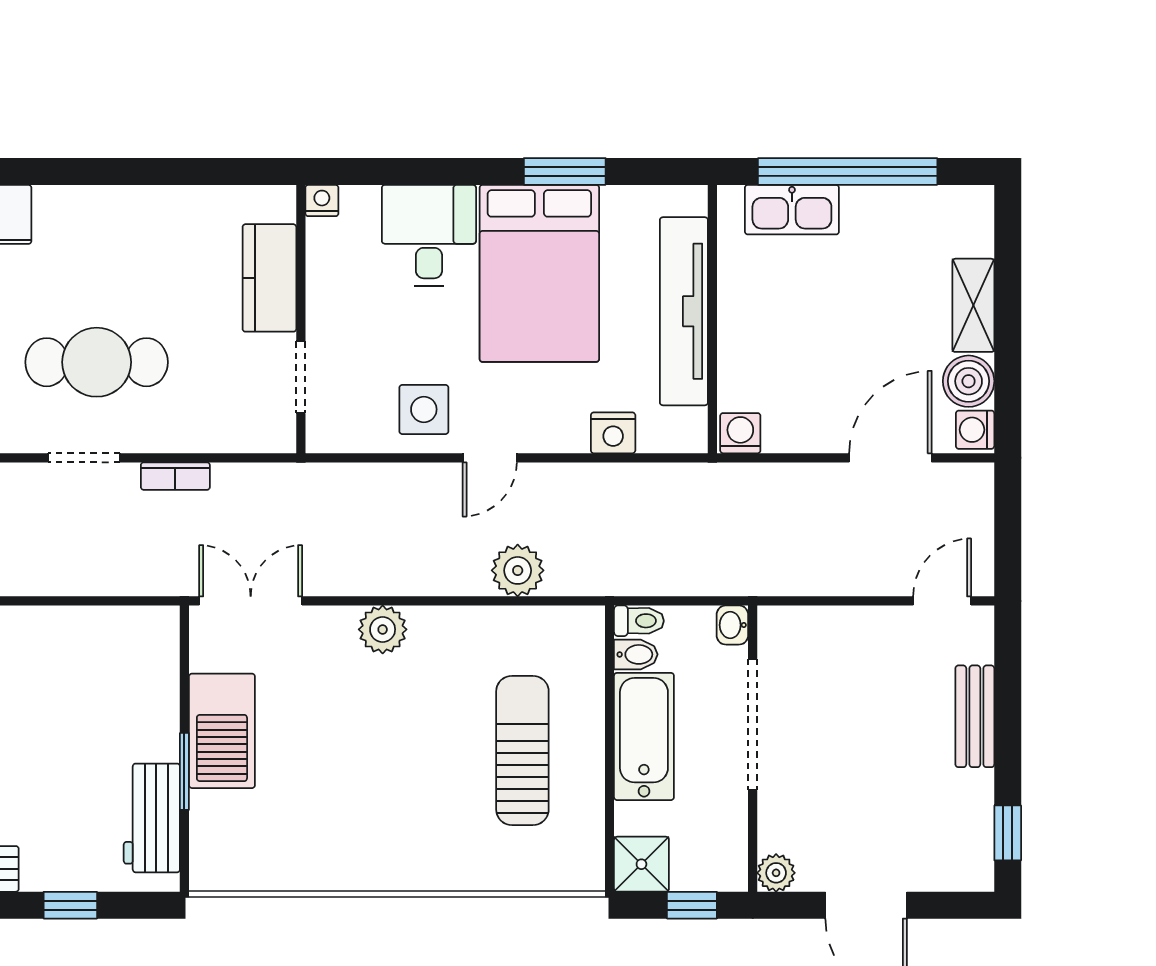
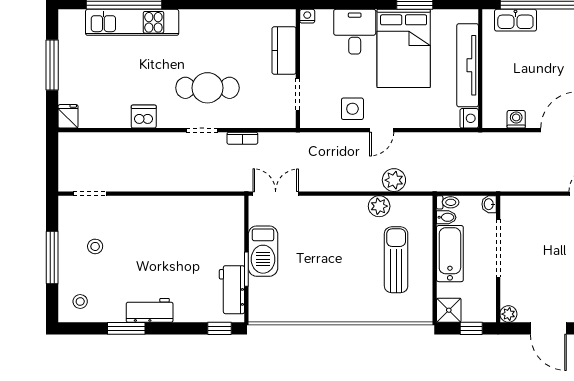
nightstand: (613, 433) -> (469, 118), moved, turned -90
washing machine: (740, 433) -> (516, 119), moved
plant: (383, 629) -> (379, 206), moved
window: (70, 905) -> (219, 328), moved

